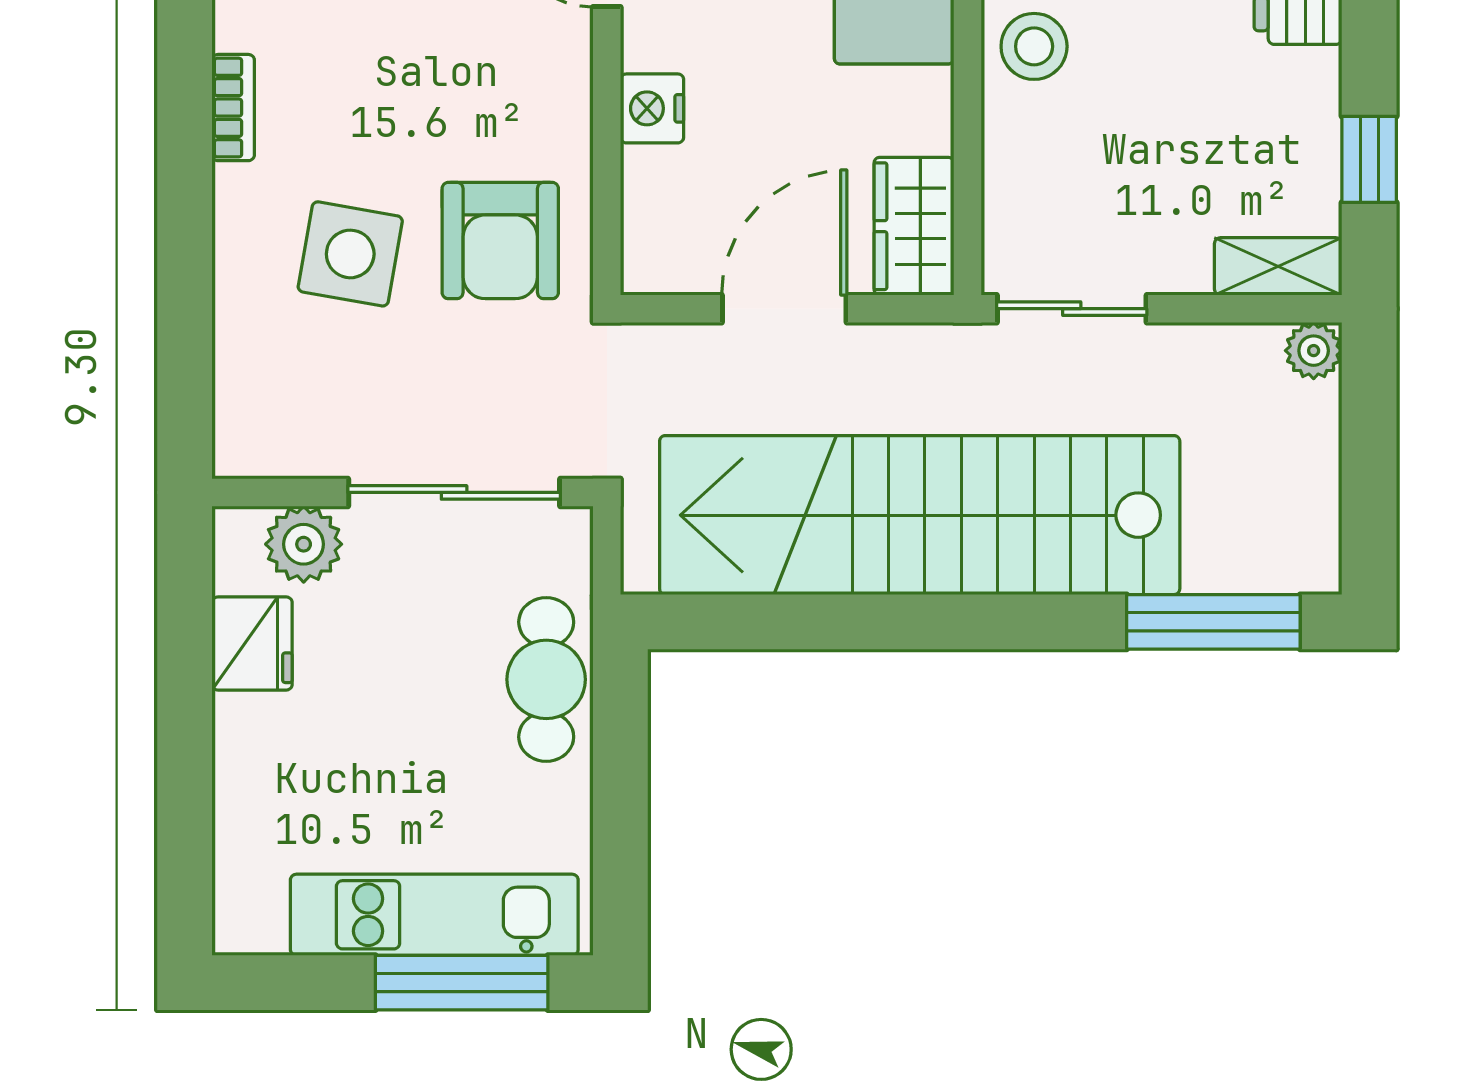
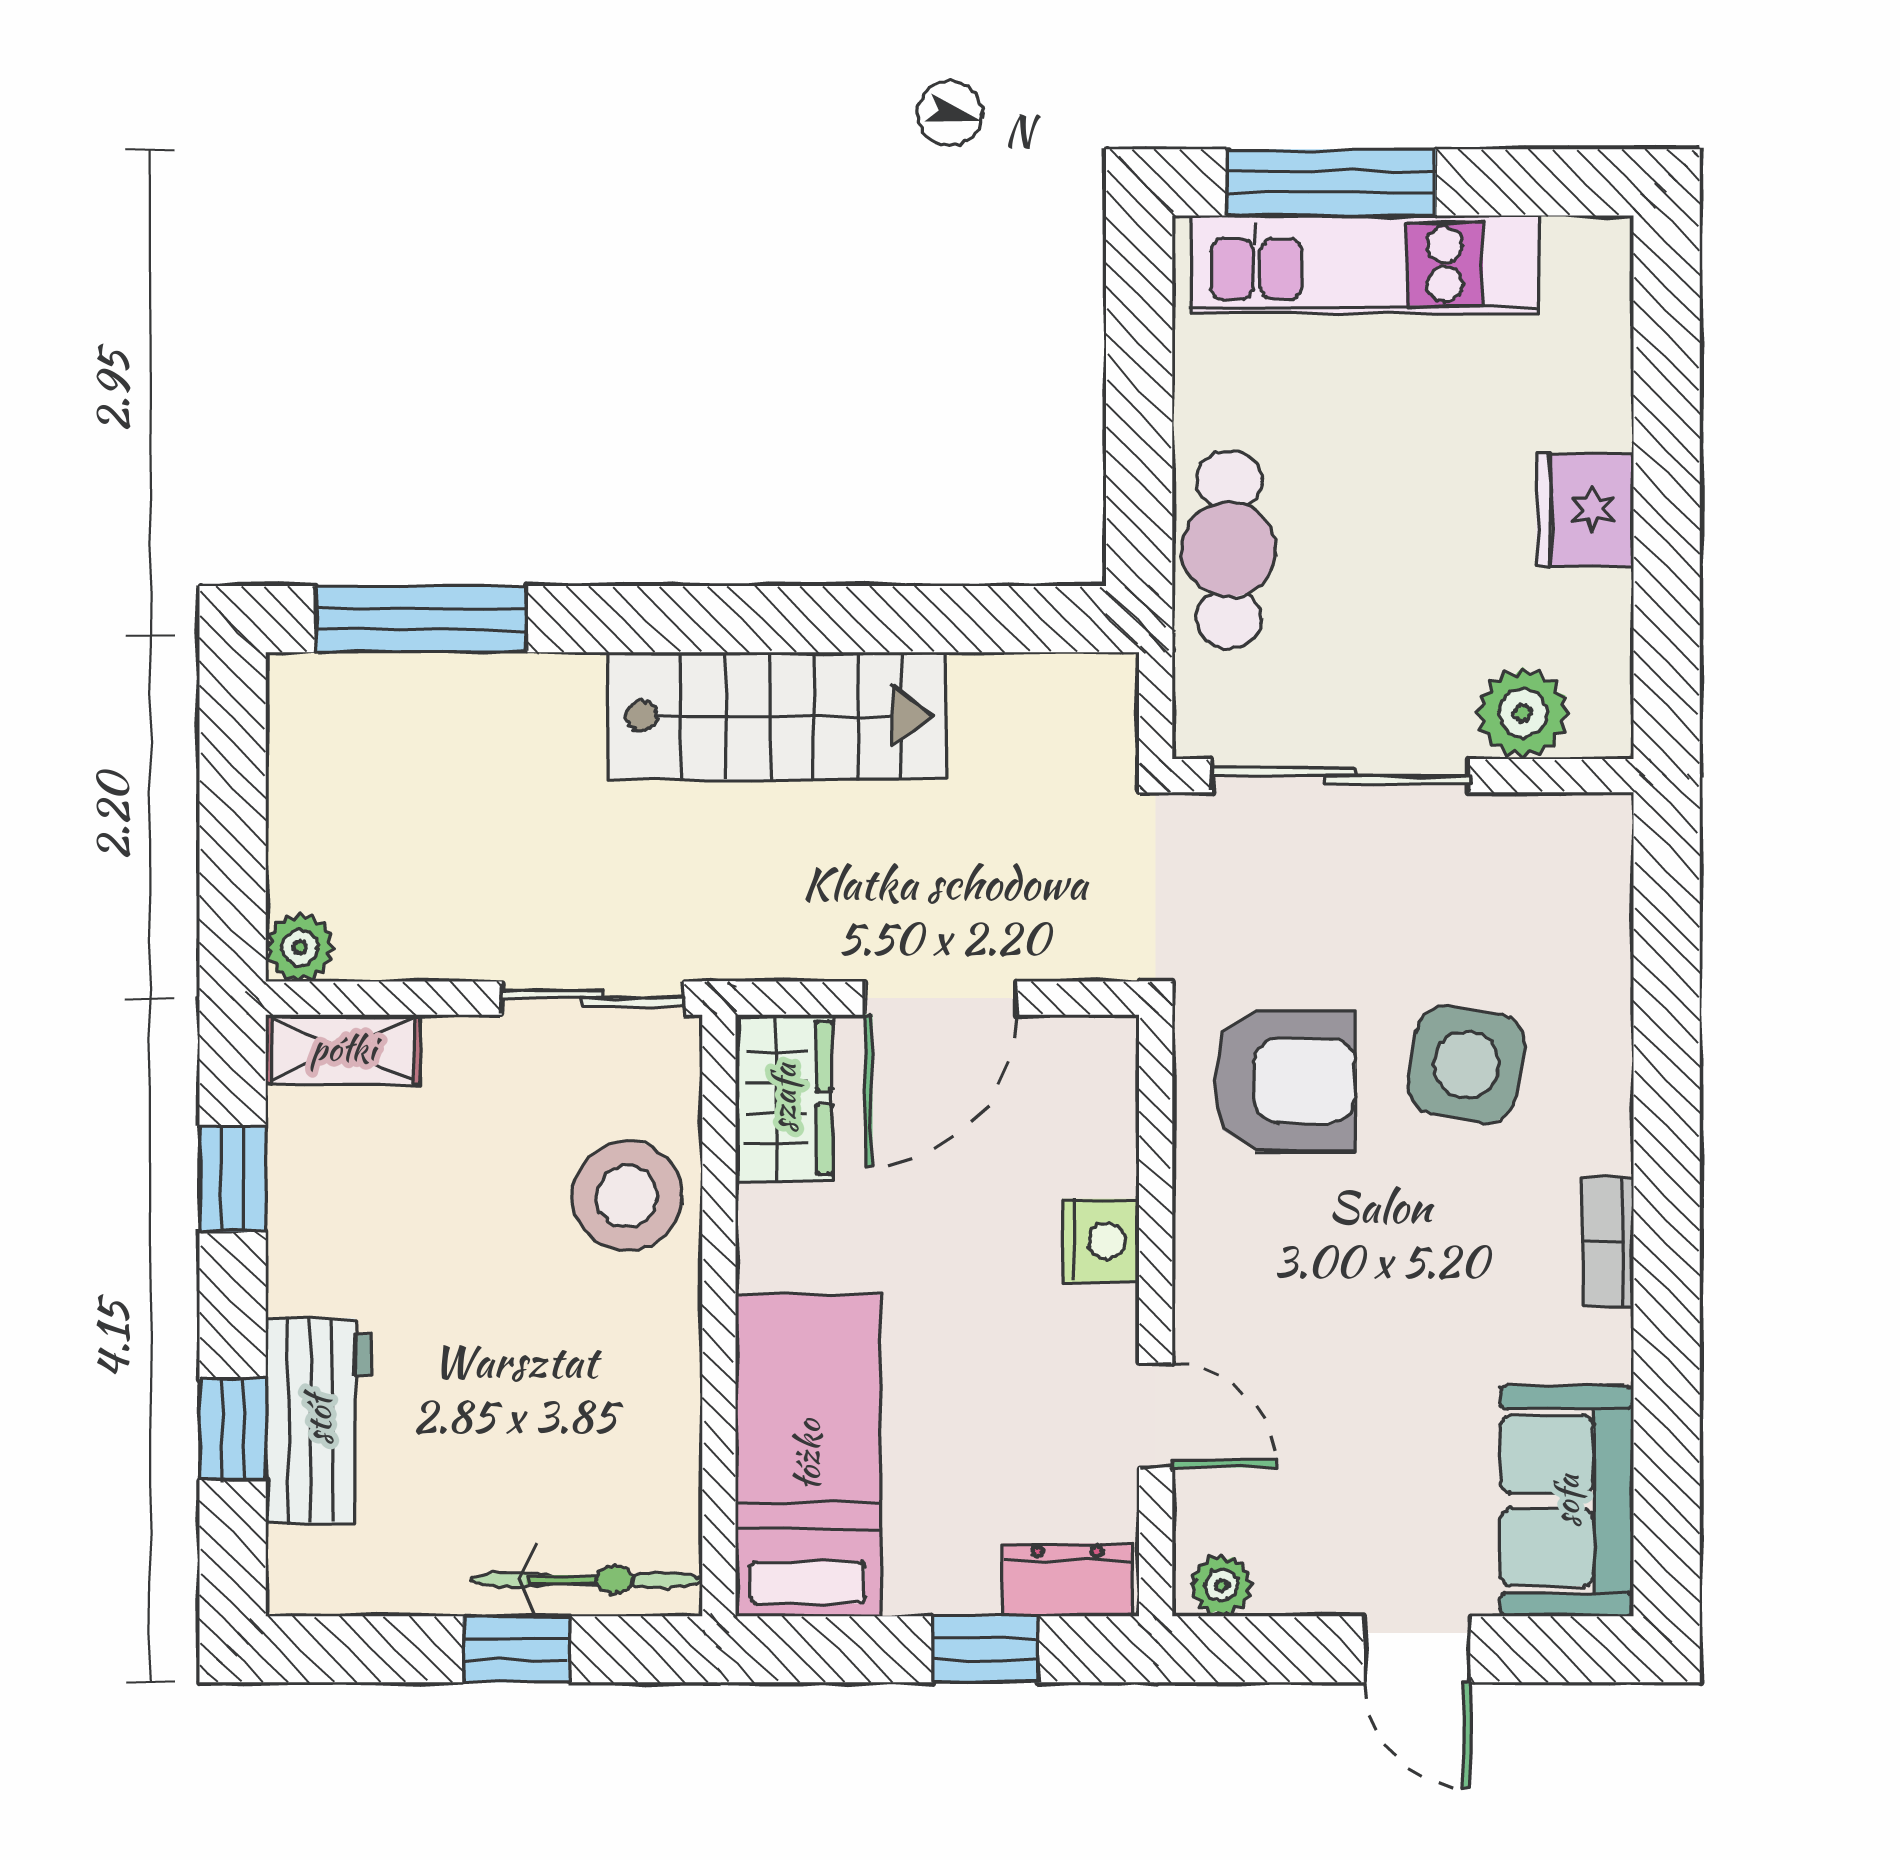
stool: (1034, 46) -> (627, 1196), moved, width x1.38, depth x1.38
armchair: (500, 241) -> (1285, 1081), turned 90
stairs: (920, 515) -> (777, 716), width x0.54, depth x0.66
fridge: (252, 643) -> (1585, 510), moved

